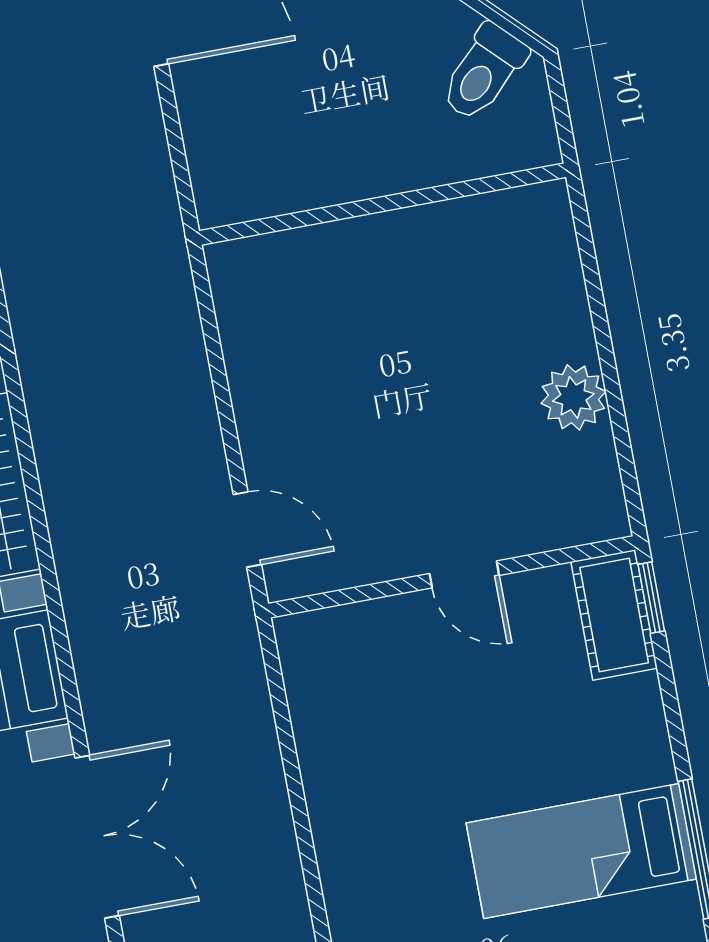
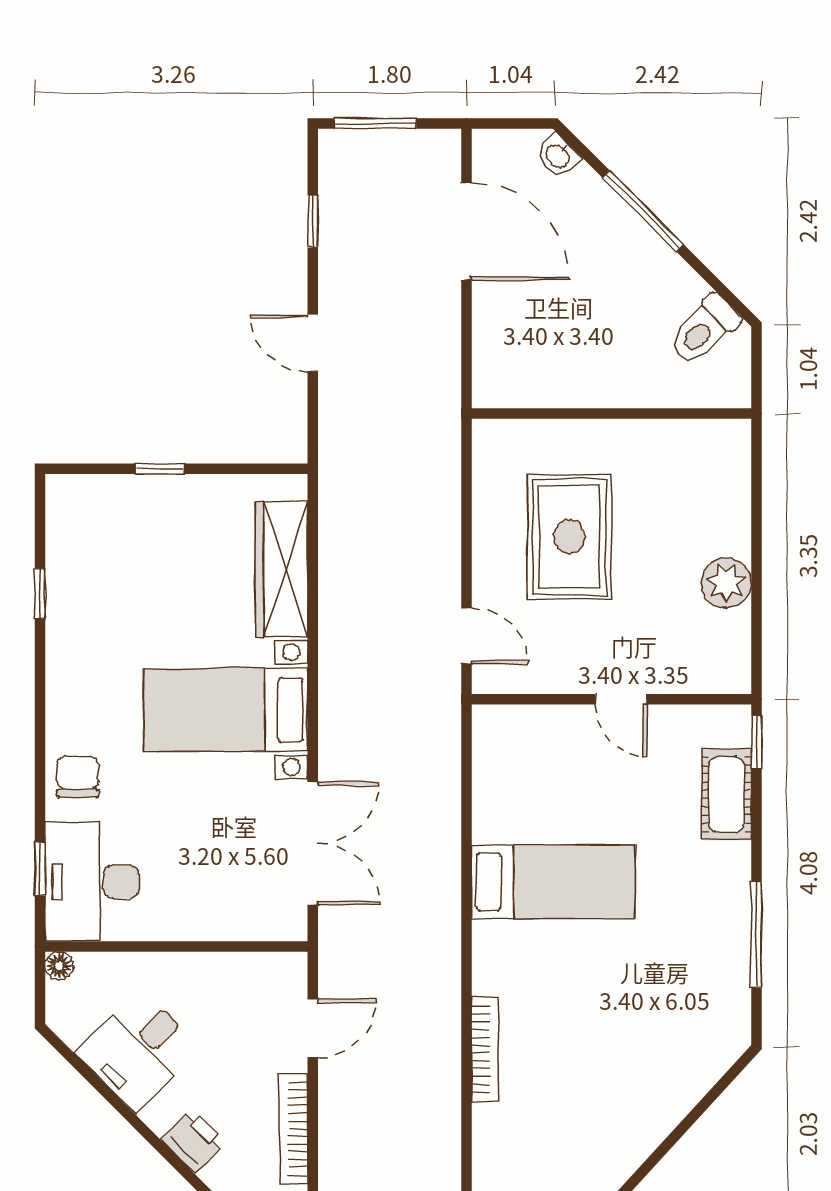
rug: (358, 375) -> (569, 537), added
cot: (614, 615) -> (727, 795), moved
bed: (581, 851) -> (553, 882), moved, turned 180

